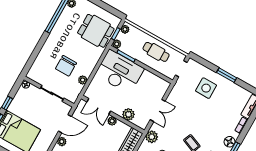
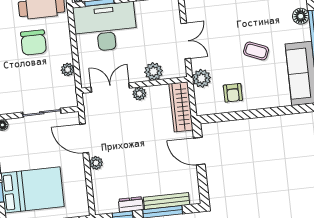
chair: (66, 66) -> (33, 43), moved
double door: (99, 106) -> (110, 88), swing flipped
door: (65, 124) -> (84, 138), swing flipped

